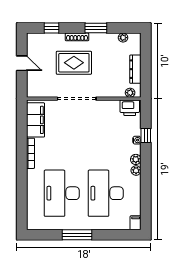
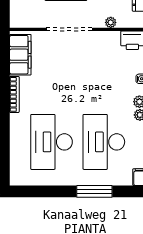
plant: (130, 93) -> (111, 22), moved
window: (77, 235) -> (94, 191), moved

